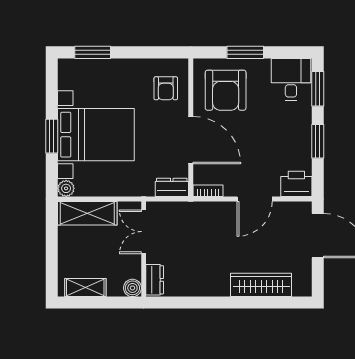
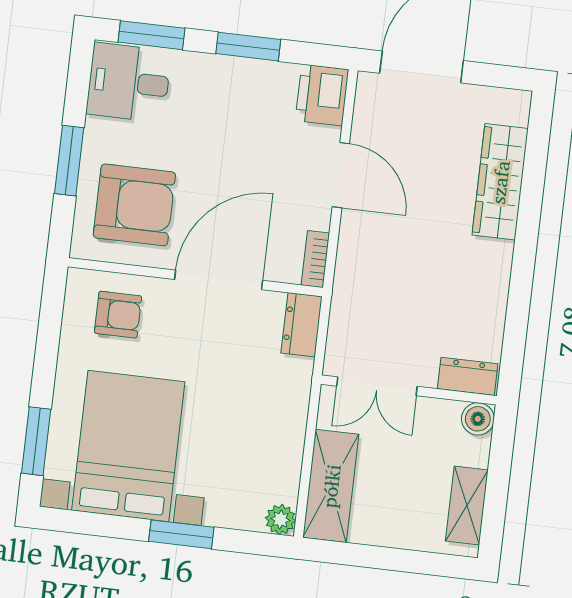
bed with nightstands: (96, 135) -> (128, 446), moved

